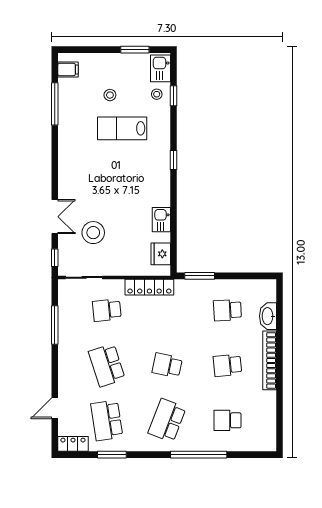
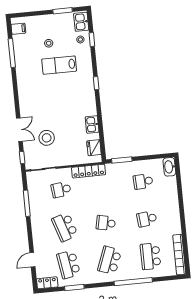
washbasin: (268, 316) -> (169, 167), moved
bookcase: (270, 360) -> (179, 255), moved
school desk: (227, 420) -> (151, 256), width x1.85

